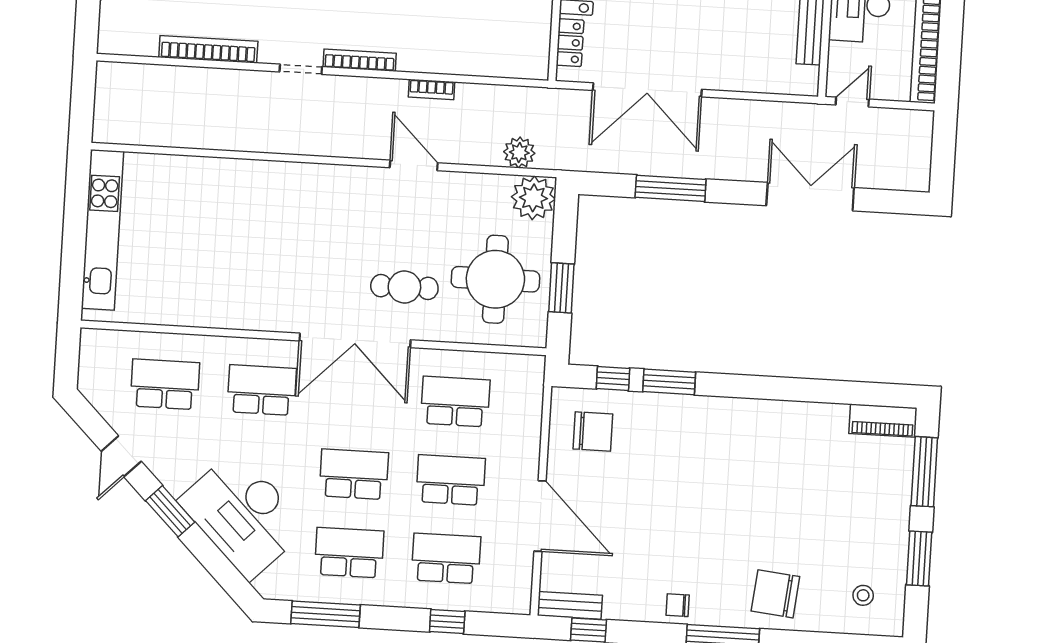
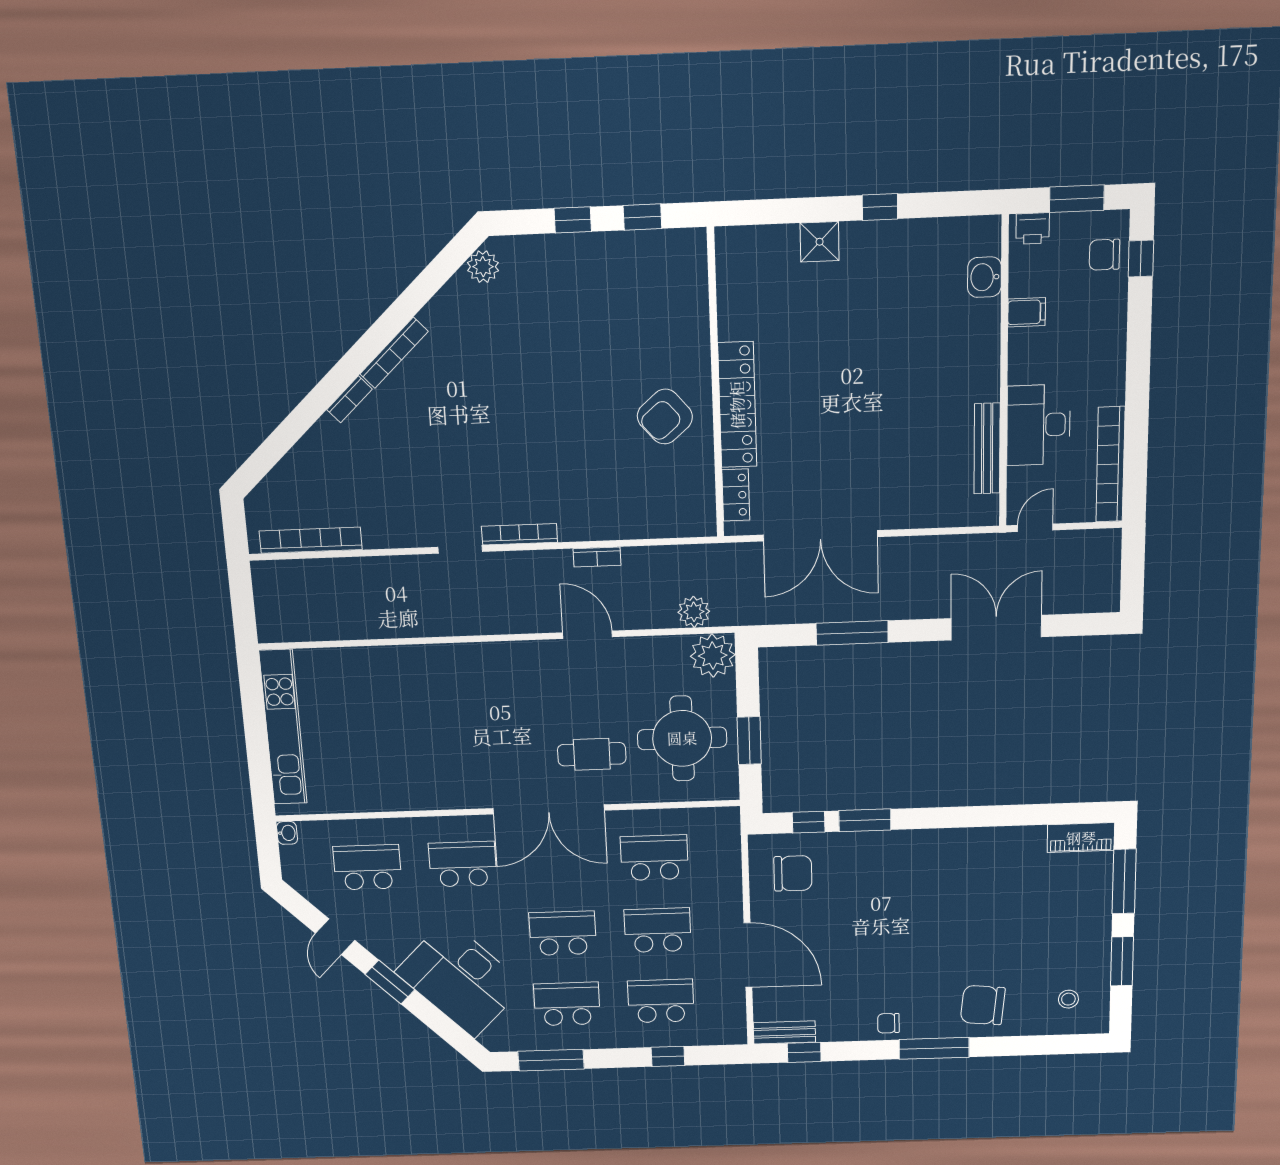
bookcase: (208, 49) -> (311, 540), moved
washbasin: (89, 340) -> (287, 833), added

